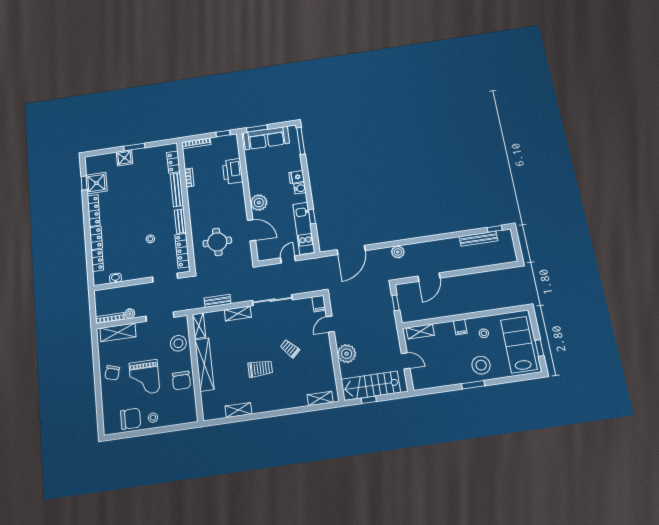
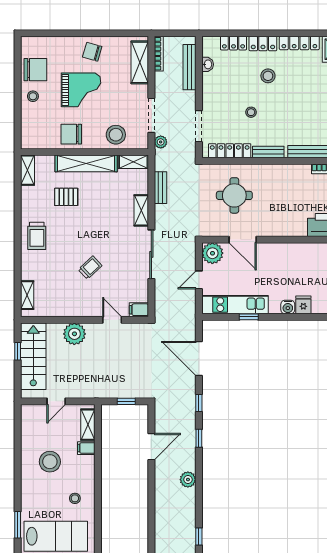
plant: (259, 203) -> (212, 253), moved
stool: (121, 230) -> (268, 76), added
door: (251, 230) -> (243, 240), hinge flipped
bench: (478, 239) -> (190, 67), moved
window: (415, 241) -> (199, 438), added
window: (387, 245) -> (199, 403), added
plant: (398, 252) -> (188, 480), moved
door: (288, 259) -> (199, 280), swing flipped
door: (429, 277) -> (151, 447), swing flipped
plant: (130, 314) -> (161, 142), moved
filing cabinet: (460, 327) -> (86, 448), moved
stool: (481, 365) -> (50, 462), moved
trolley: (260, 369) -> (37, 236), moved
pallet: (234, 377) -> (66, 197), added
grand piano: (144, 378) -> (81, 90), turned 180
window: (473, 385) -> (18, 525), moved
shelving: (238, 410) -> (27, 170), moved
chair: (131, 419) -> (35, 70), turned -90

